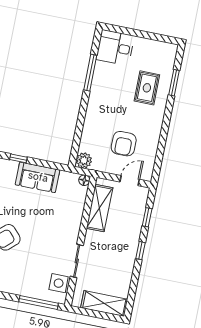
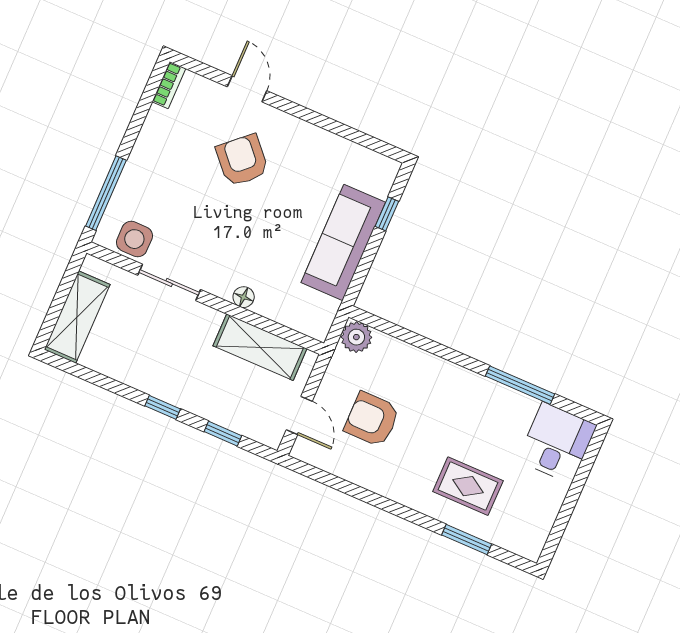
sofa: (38, 177) -> (343, 242), width x1.36
floor lamp: (84, 180) -> (244, 297), moved

